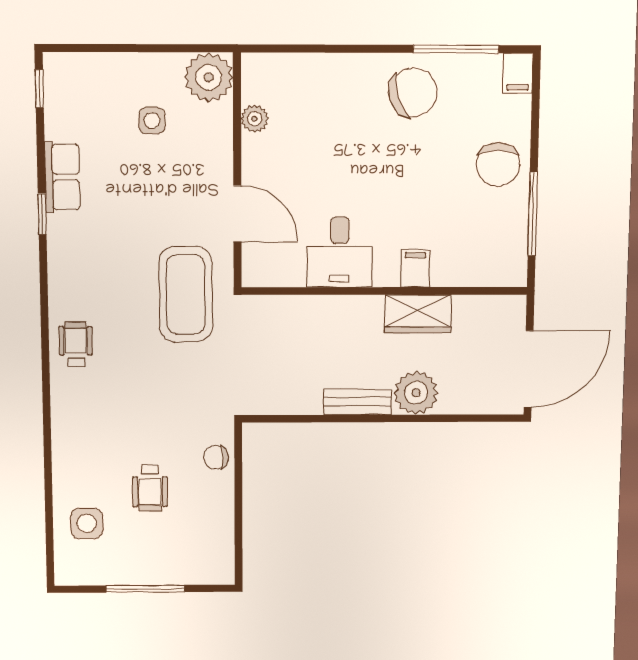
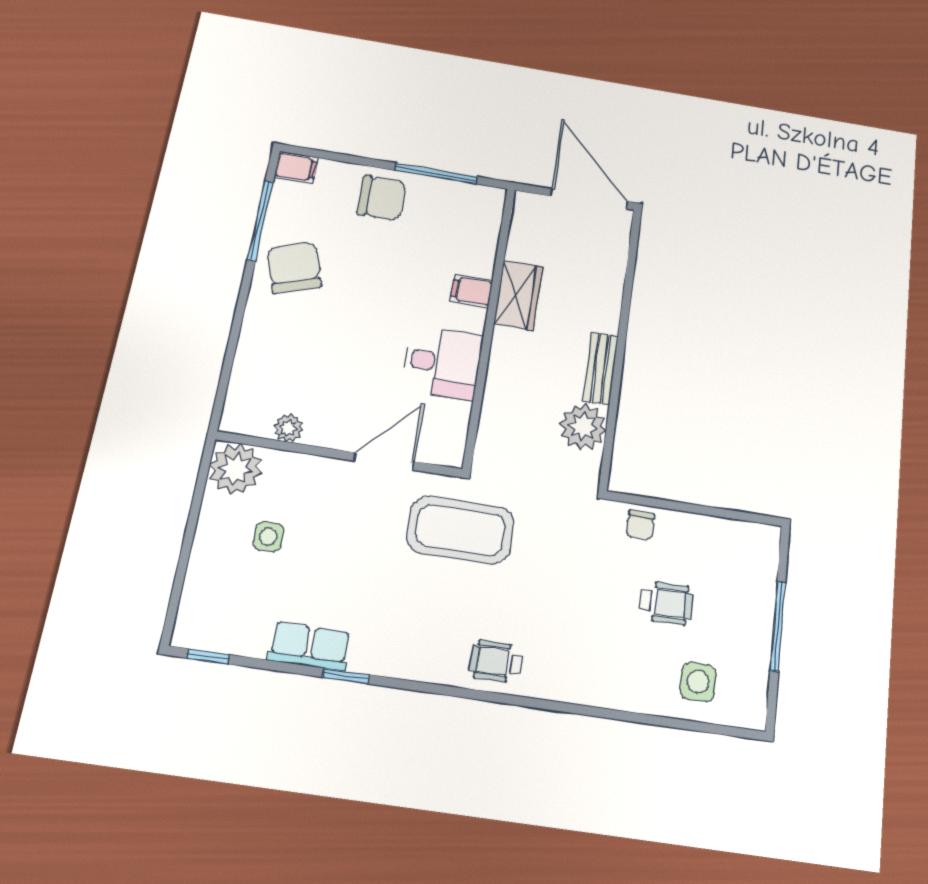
plant: (416, 393) -> (583, 427), moved

